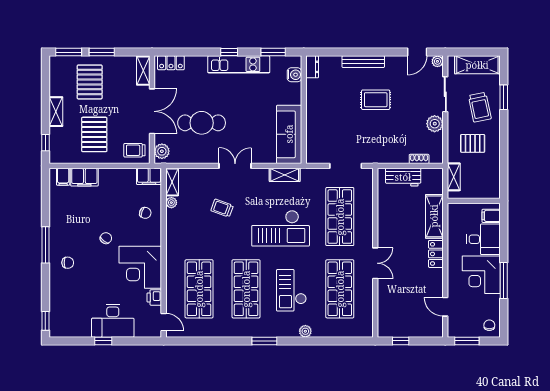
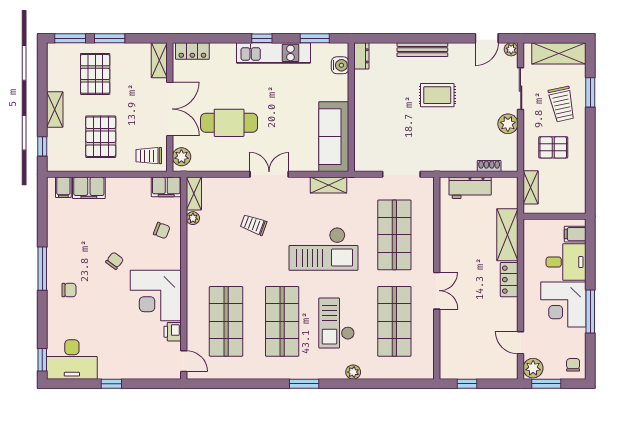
desk: (113, 321) -> (72, 360), moved
plant: (456, 328) -> (533, 368), added

